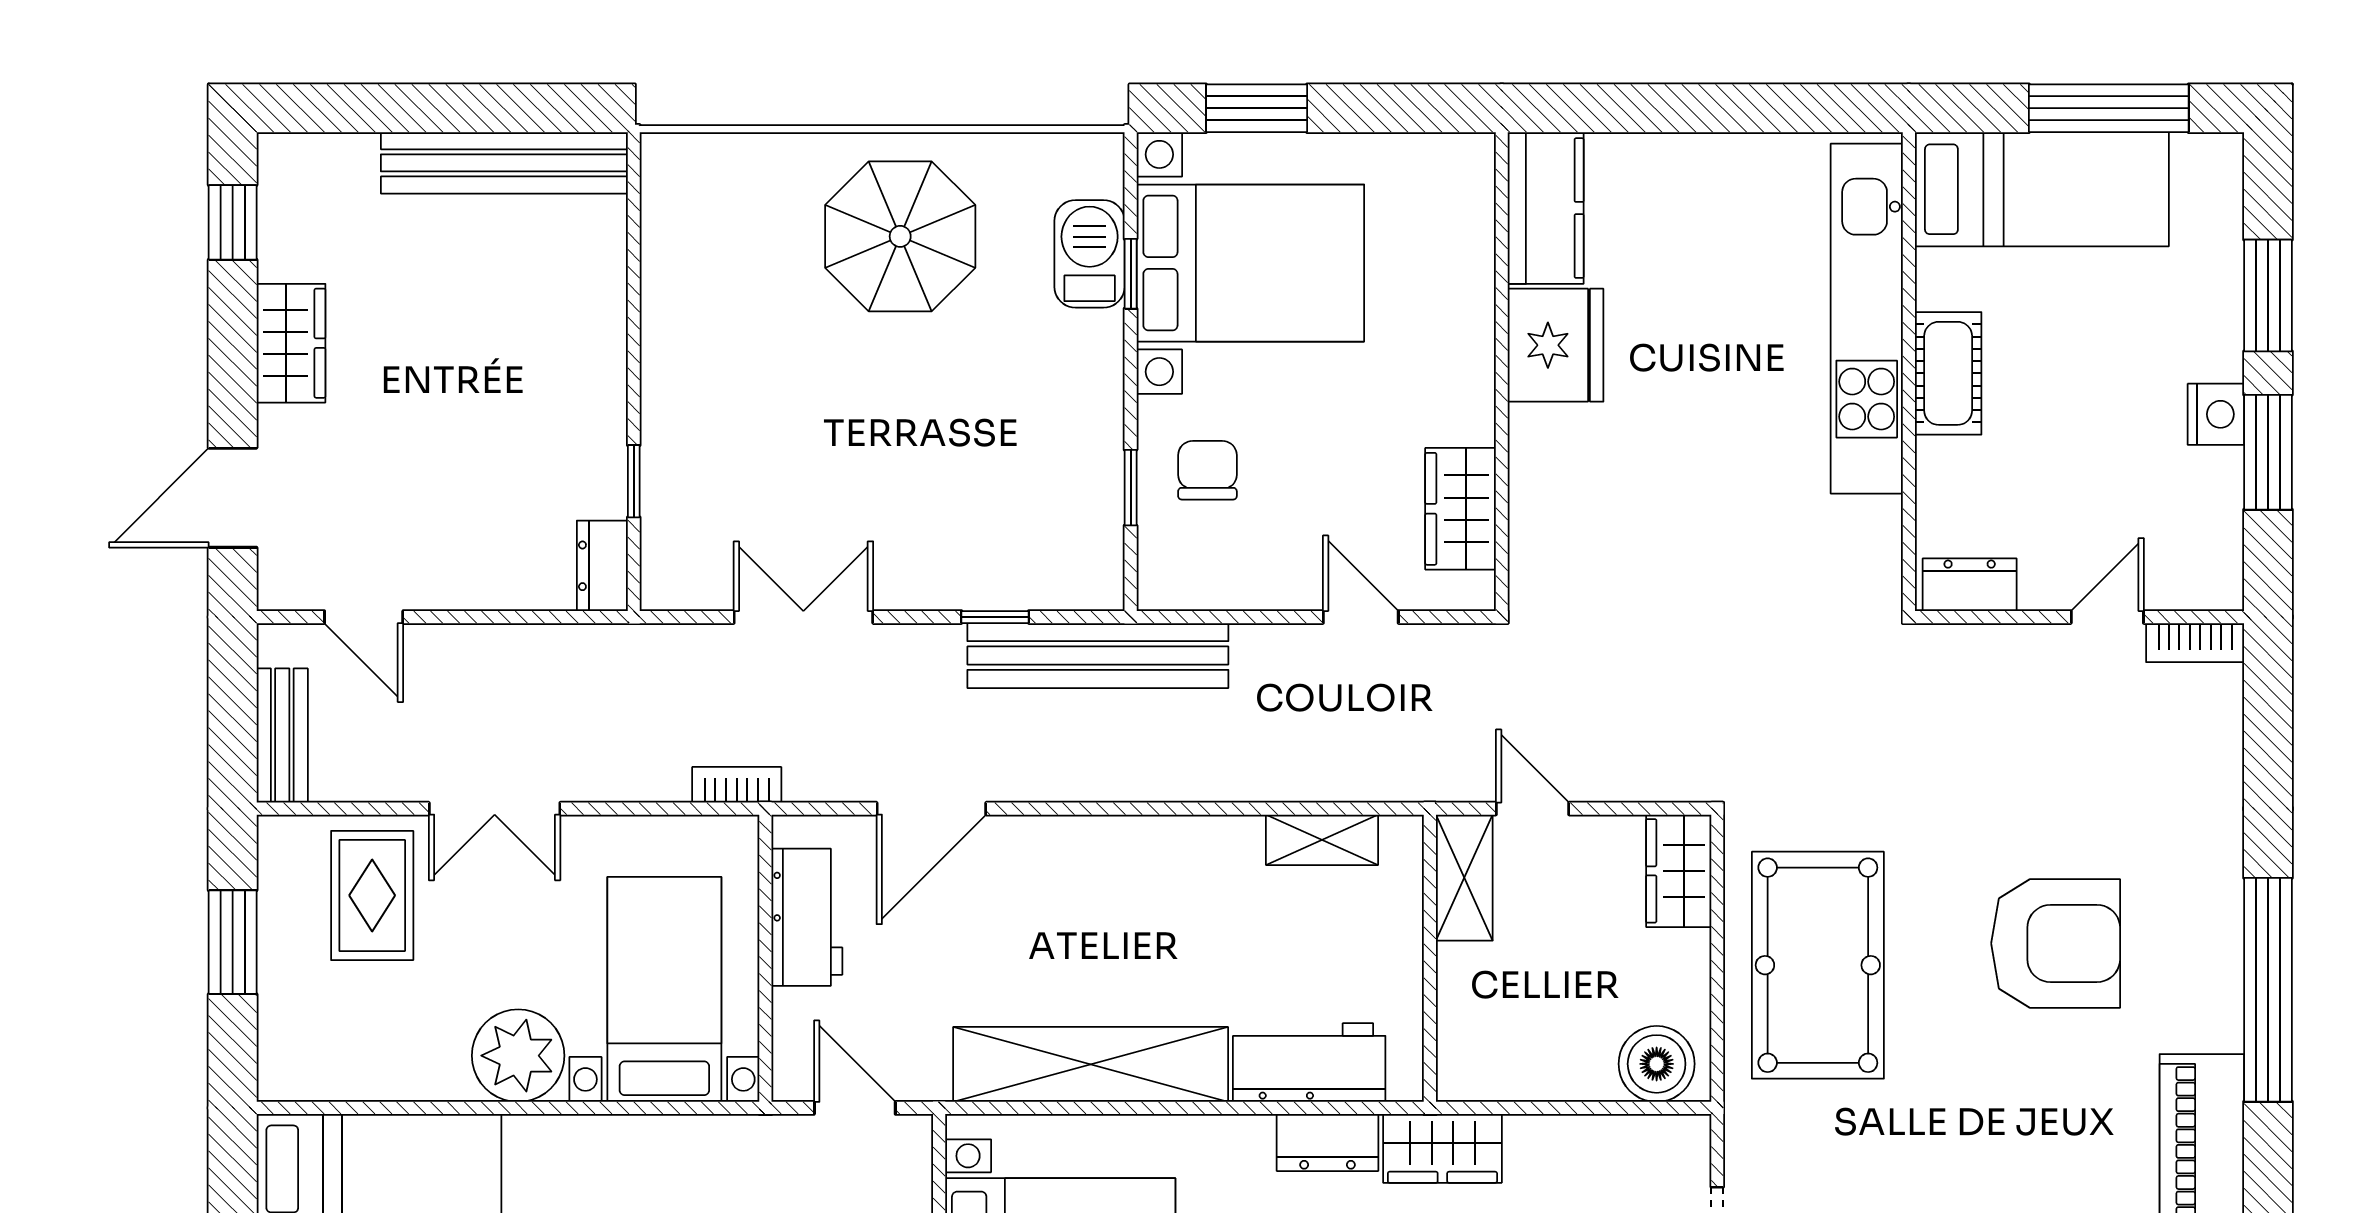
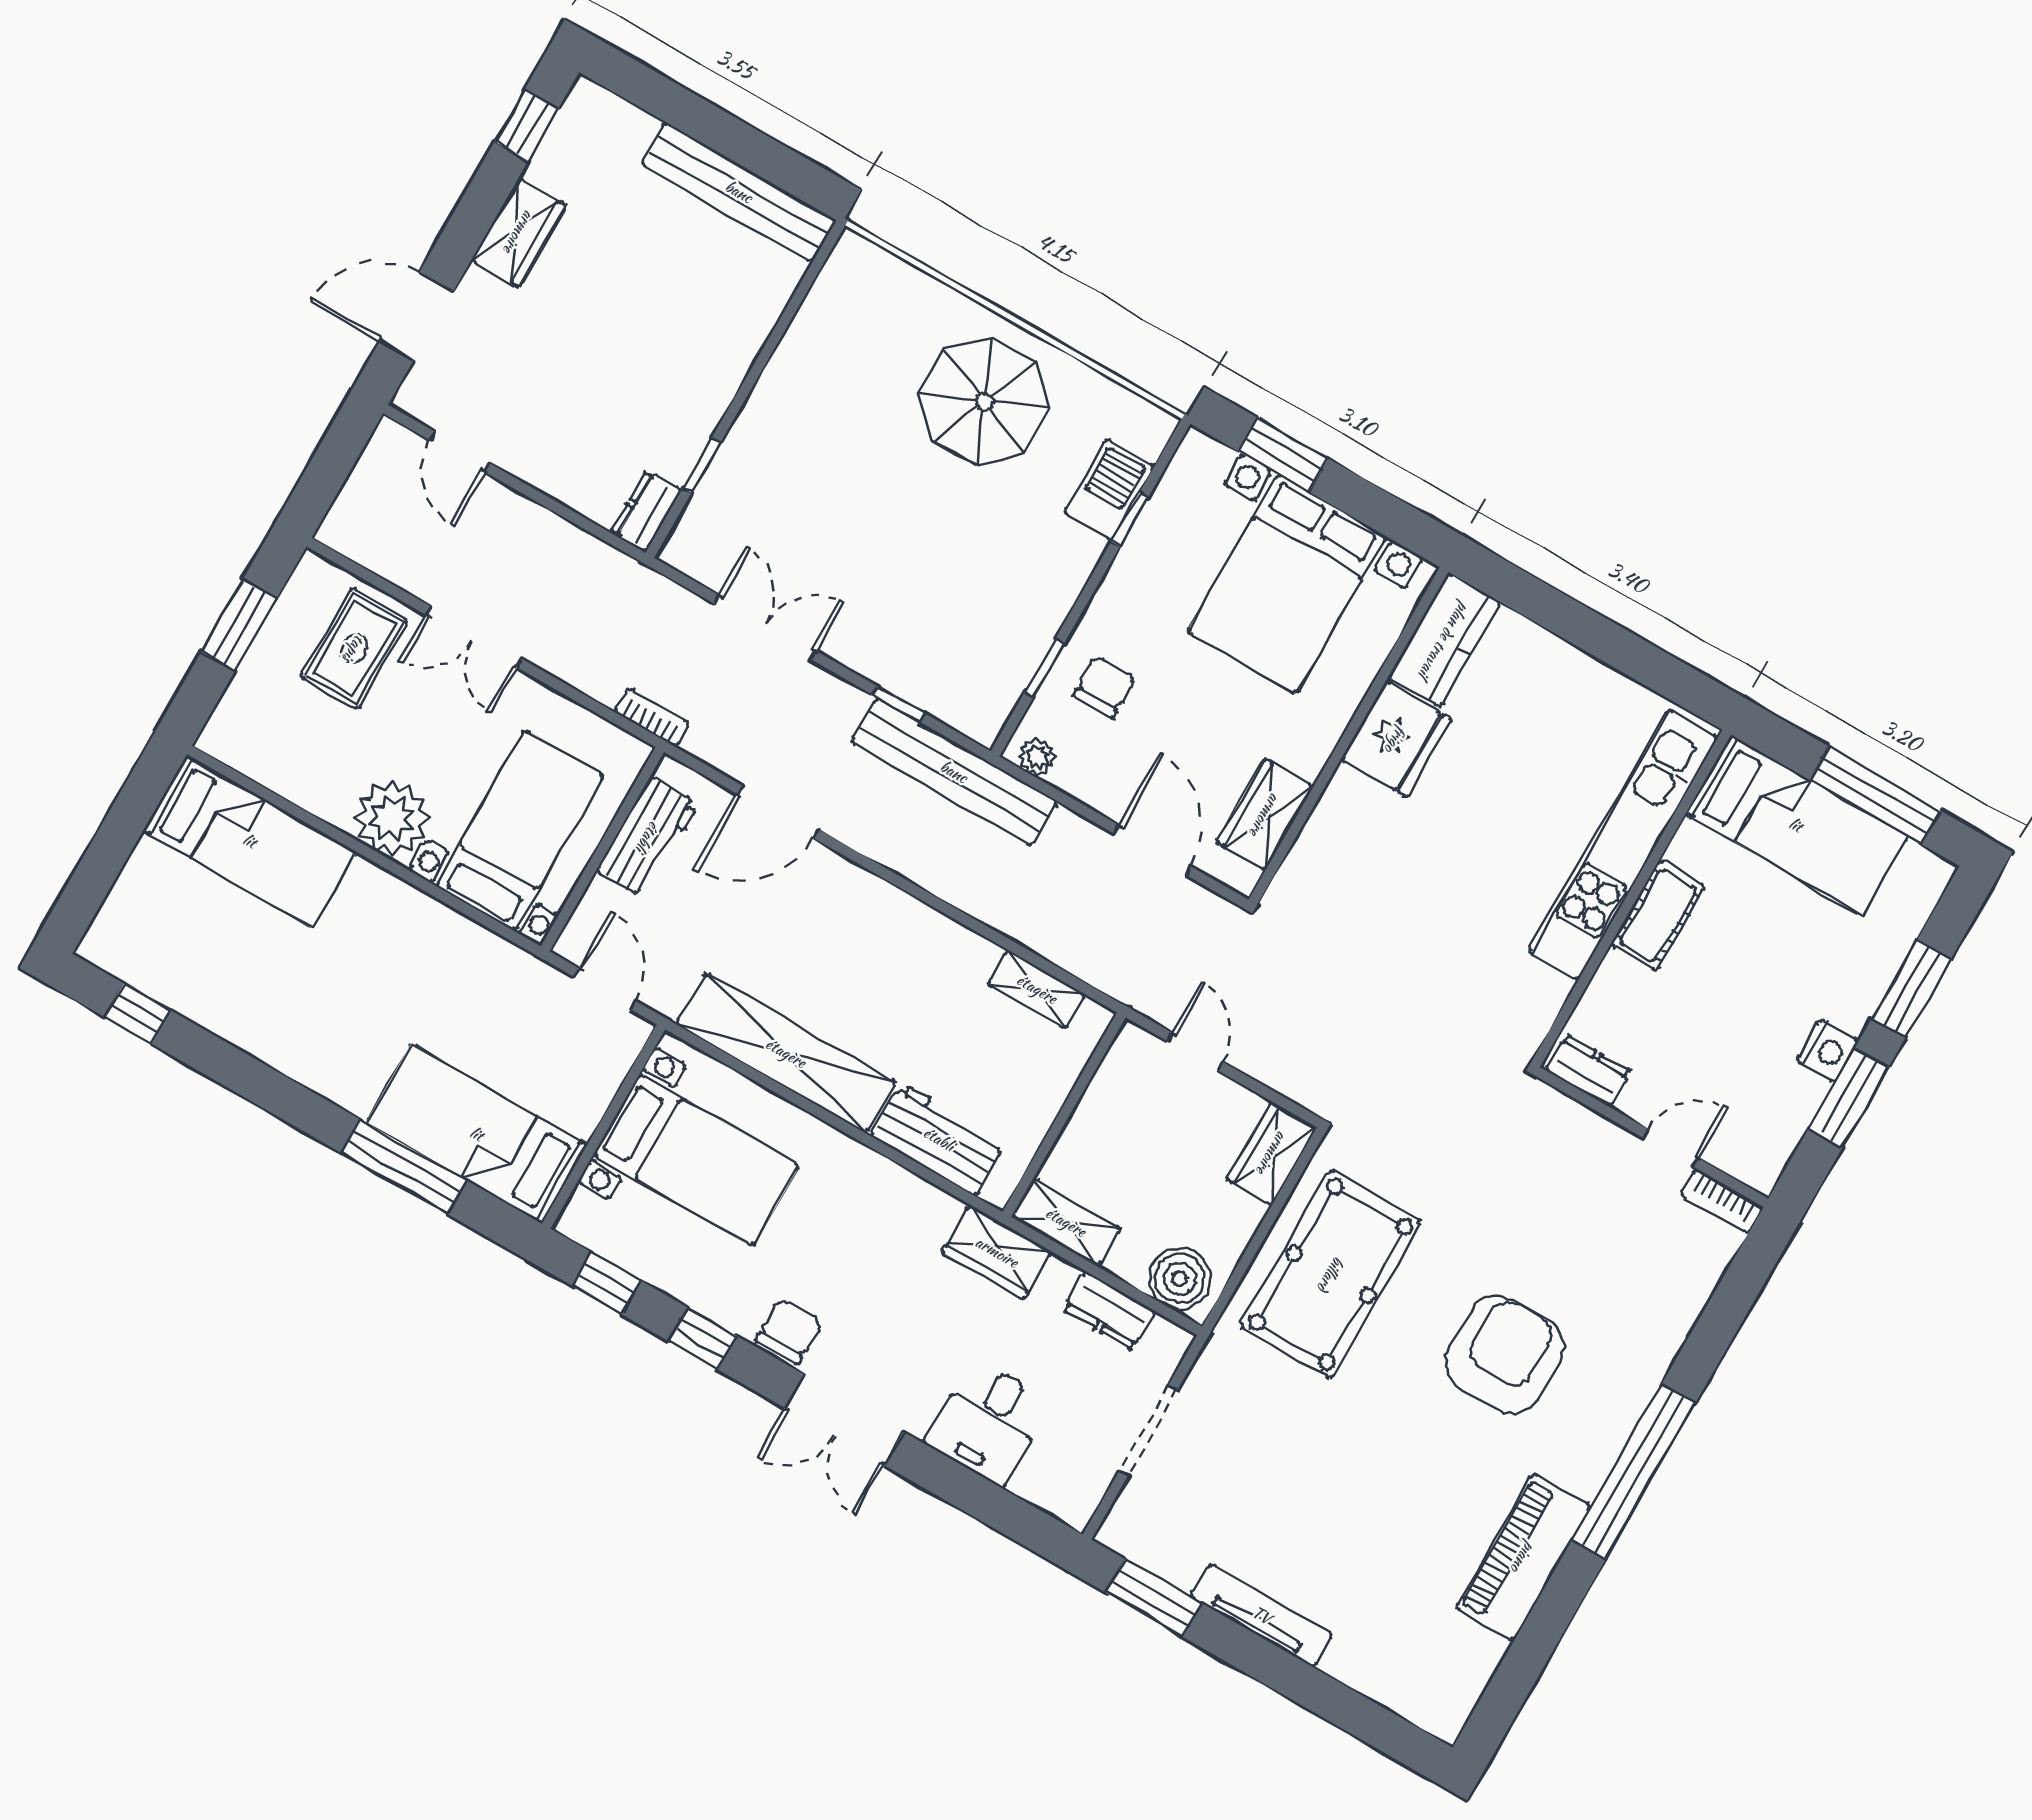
bed with nightstands: (1250, 263) -> (1287, 584), moved, turned 90
plant: (1178, 588) -> (1037, 757), added
door: (1361, 617) -> (1152, 850), width x1.38
bench: (282, 736) -> (356, 501), removed
shelving: (1464, 878) -> (1066, 1222), moved, turned 90
armchair: (2056, 943) -> (1505, 1354), turned -90
dresser: (1327, 1142) -> (1109, 1311), moved

